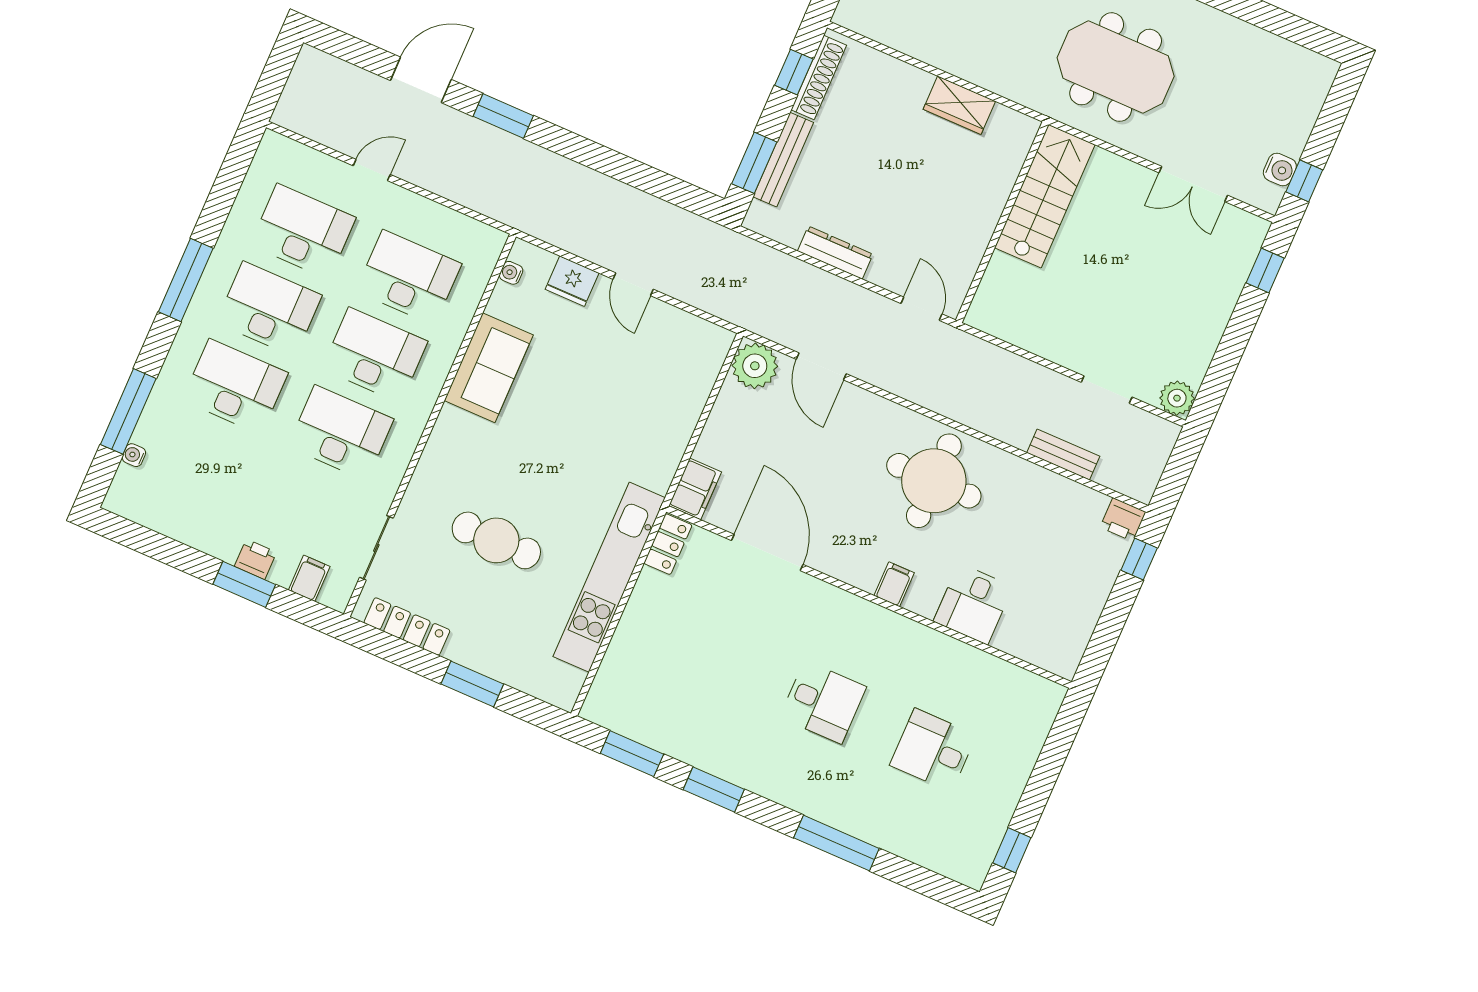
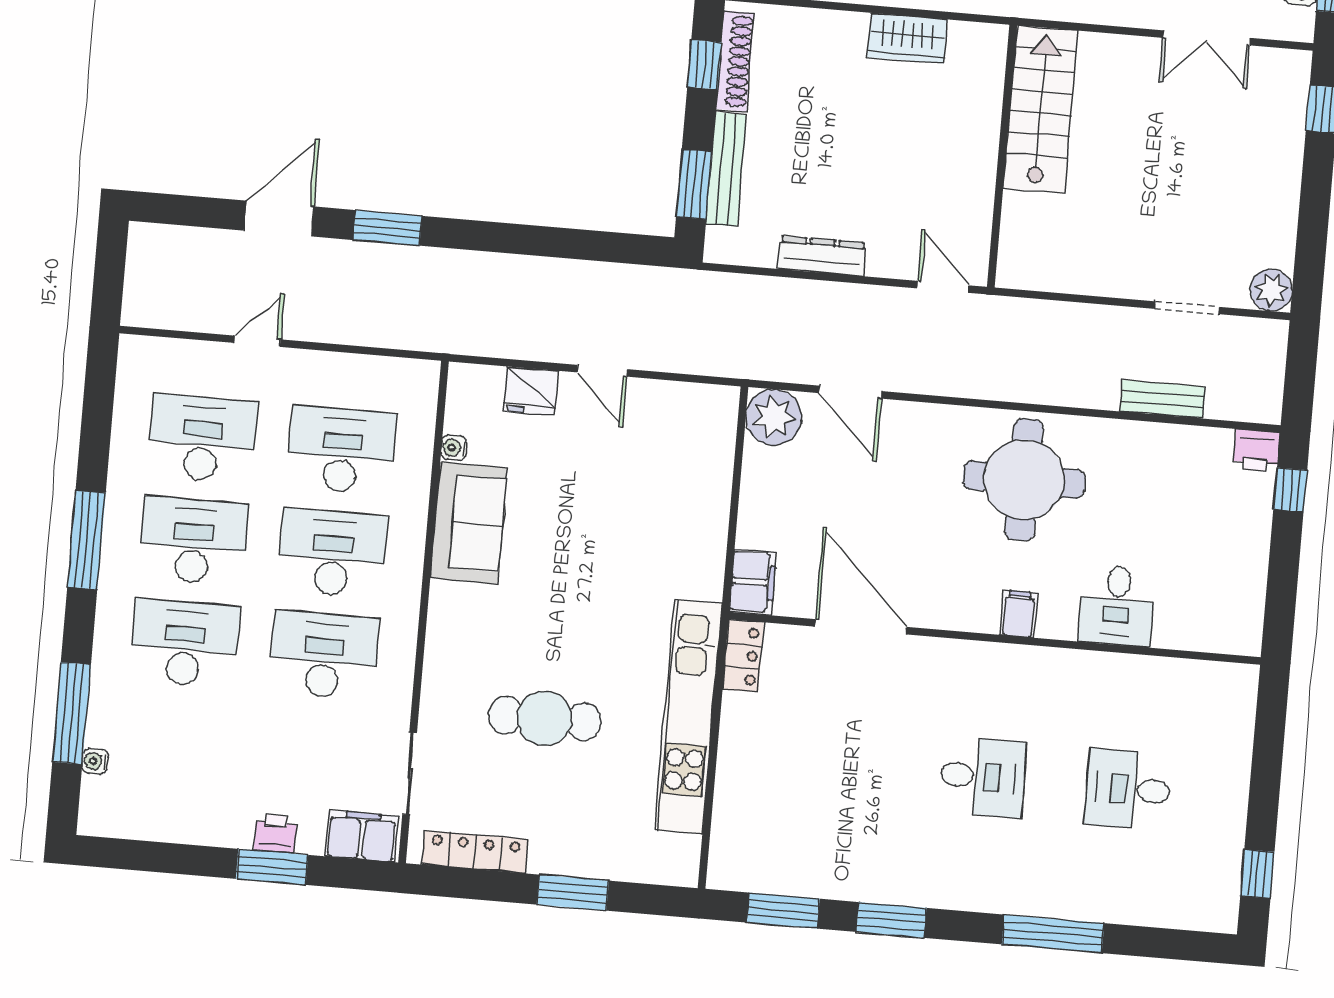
water cooler: (511, 273) -> (454, 448), moved
filing cabinet: (309, 578) -> (362, 836), width x2.00

